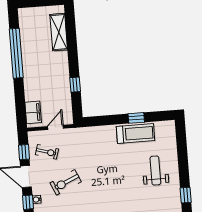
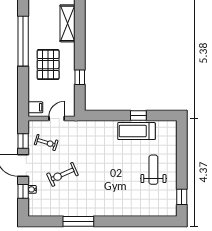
pallet: (43, 74) -> (48, 65), added
filing cabinet: (33, 112) -> (35, 107), width x0.50
treadmill: (136, 134) -> (136, 131), turned 180

